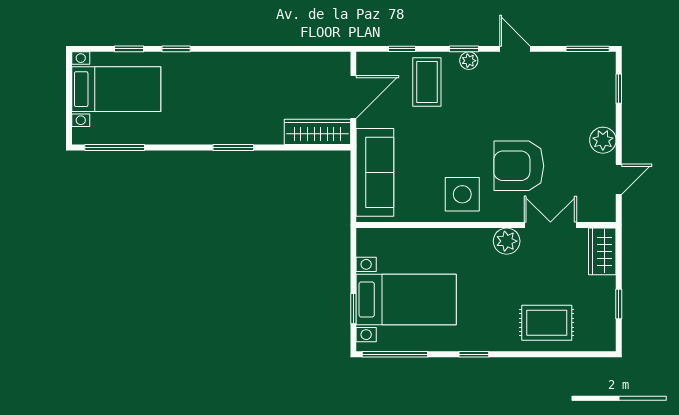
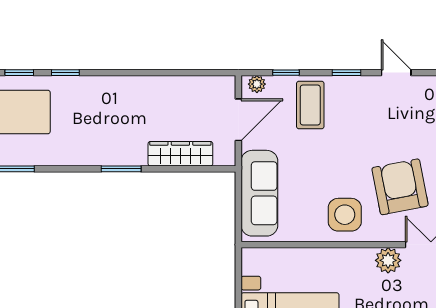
plant: (469, 61) -> (257, 84), moved
wardrobe: (317, 132) -> (180, 154), moved
armchair: (519, 166) -> (400, 187), turned 79

